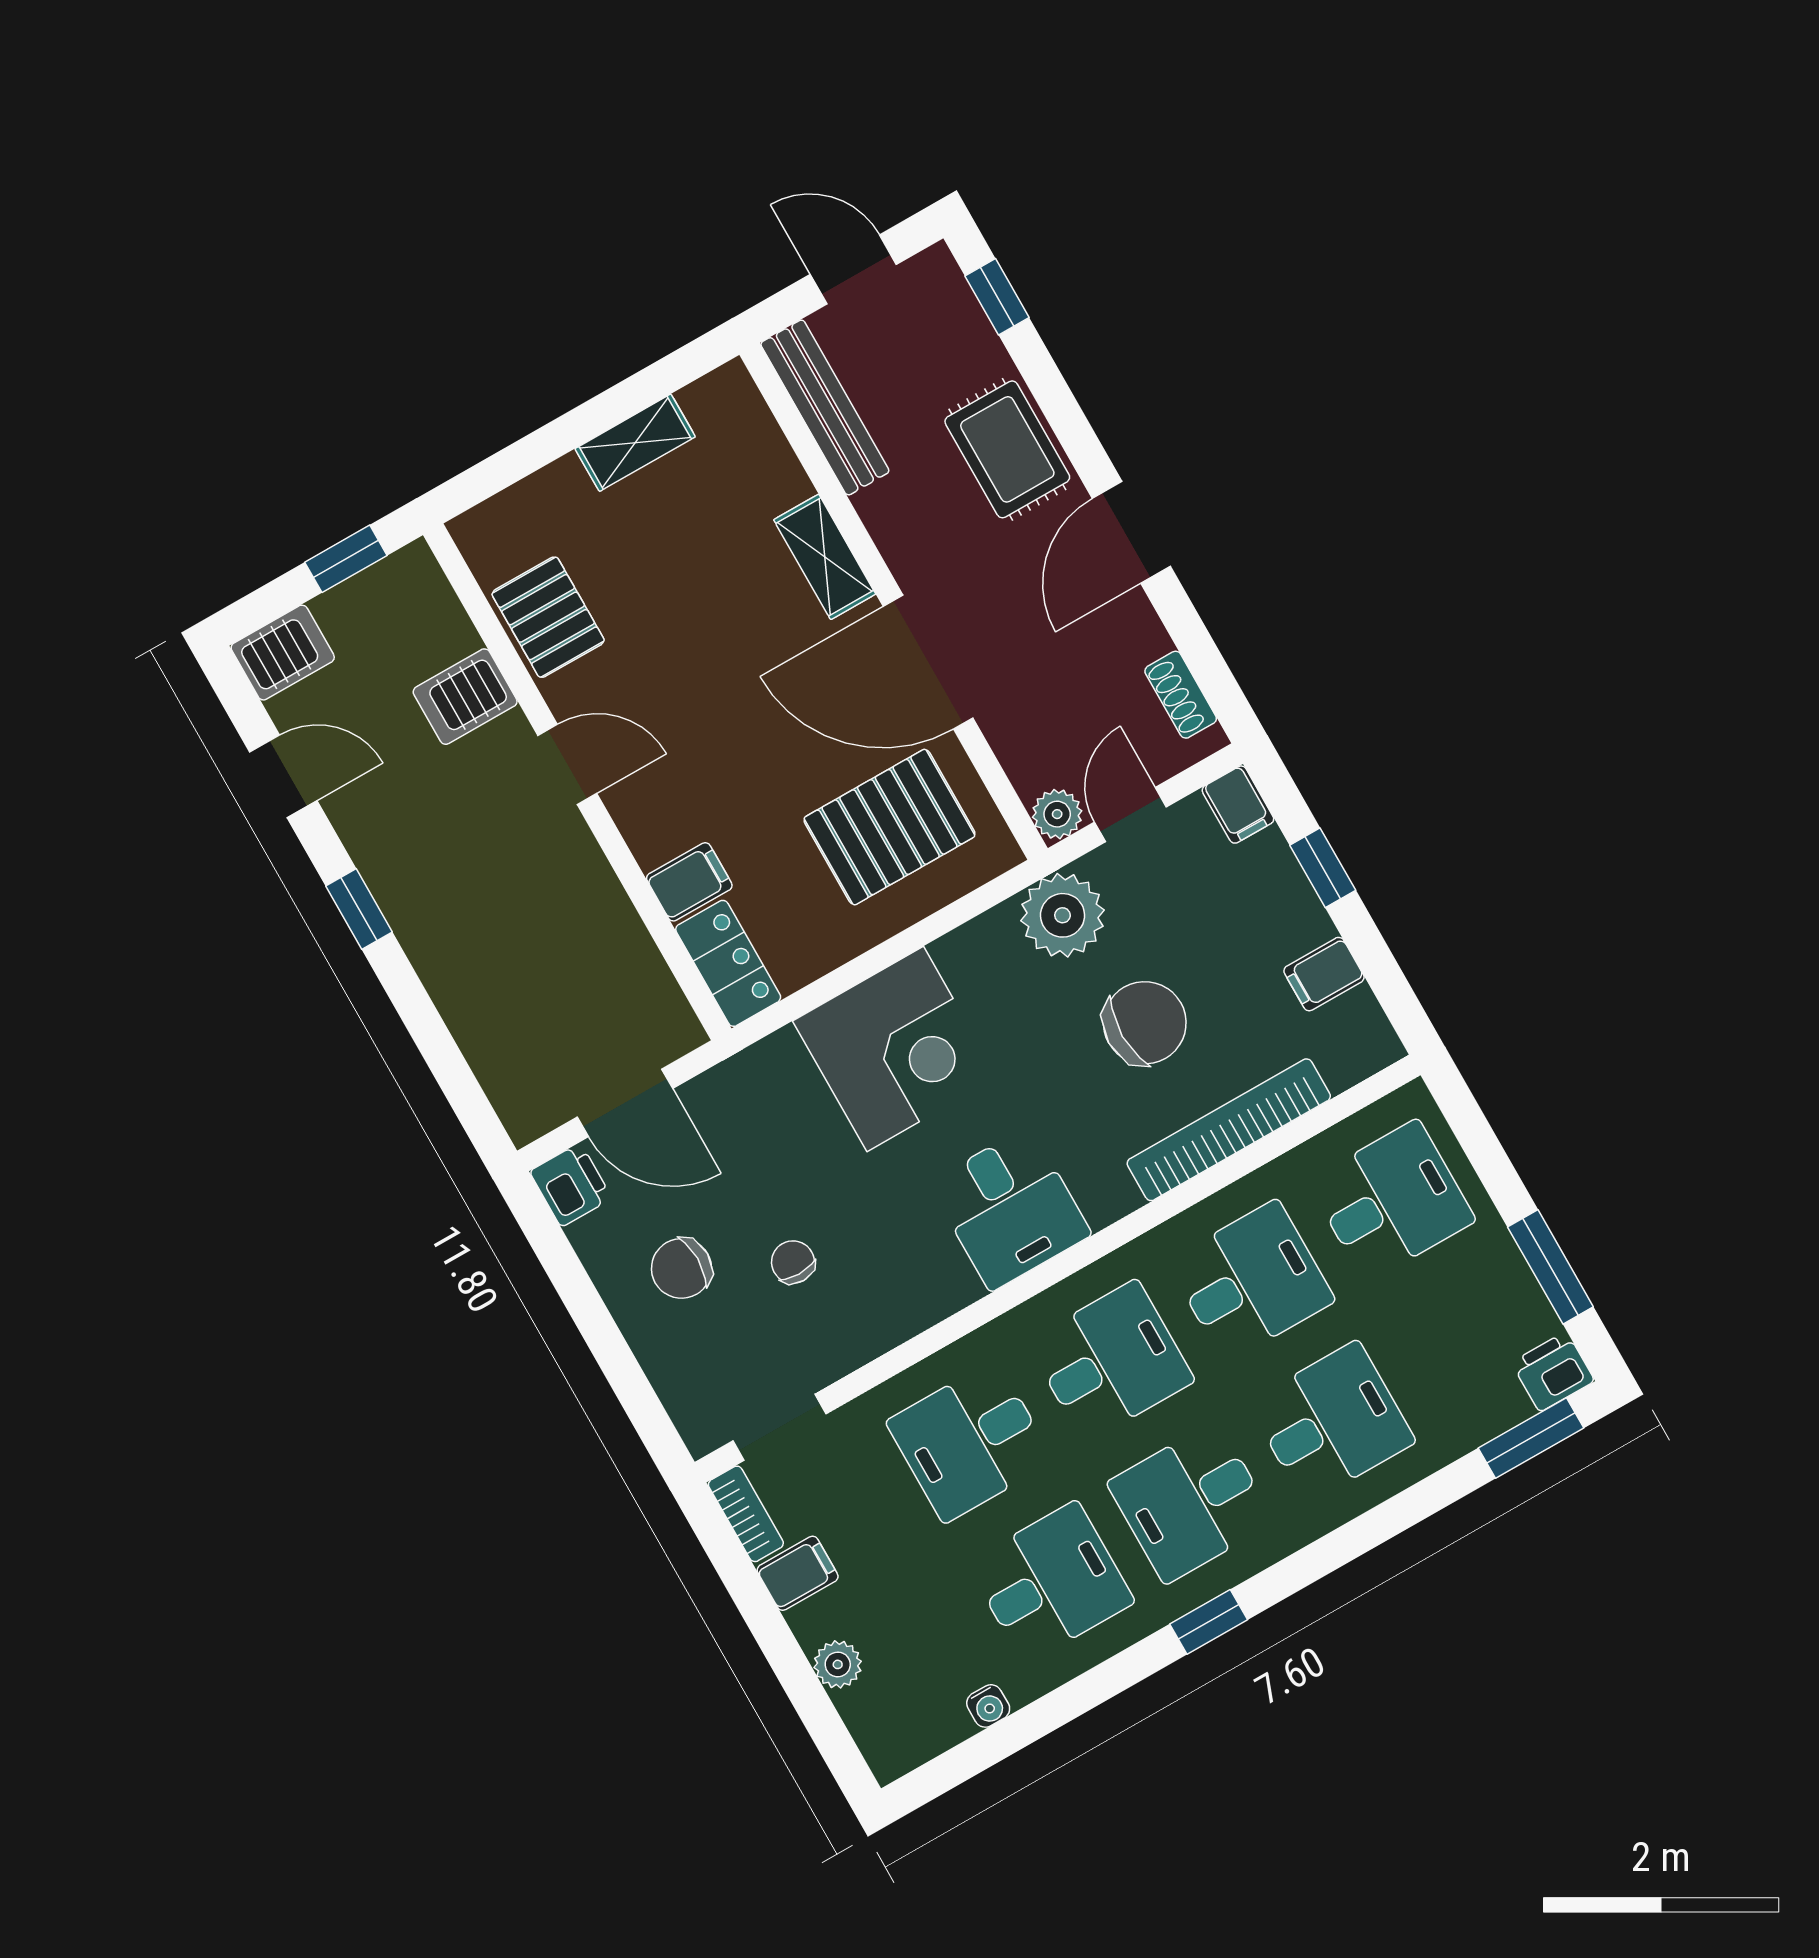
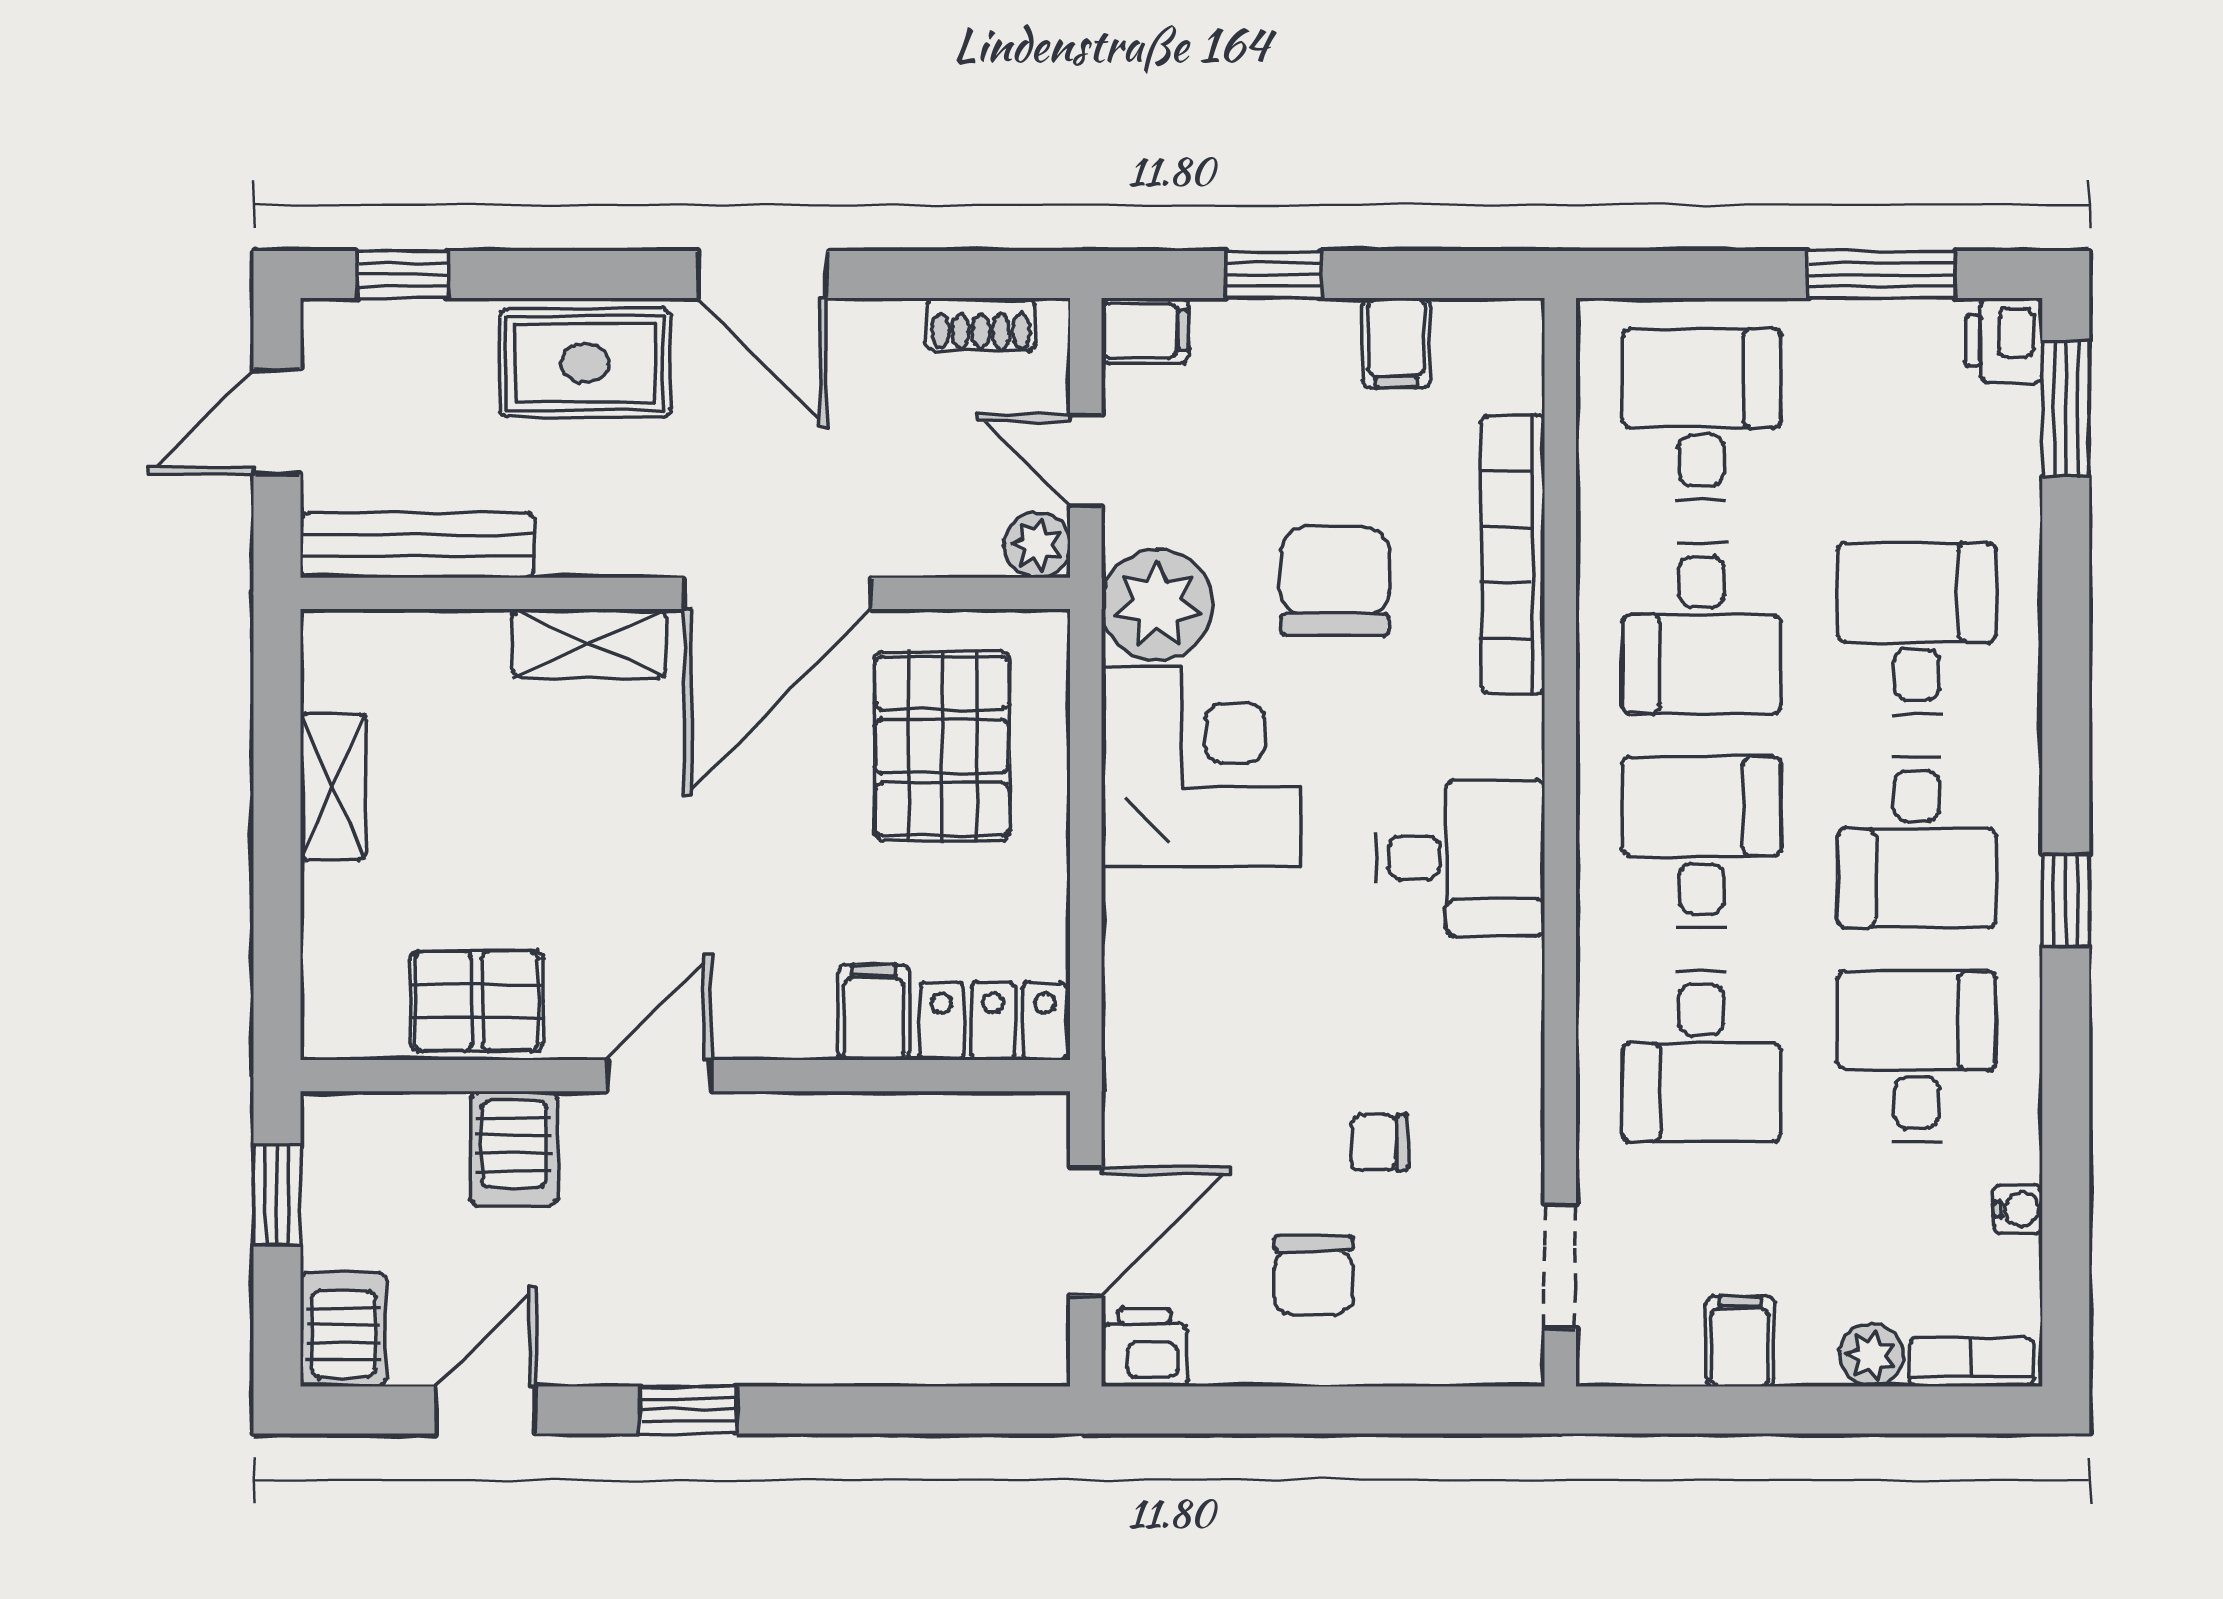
corner desk: (895, 1049) -> (1201, 767), moved
desk: (1251, 1281) -> (1702, 628), turned 180
bookcase: (746, 1514) -> (1971, 1362), moved

